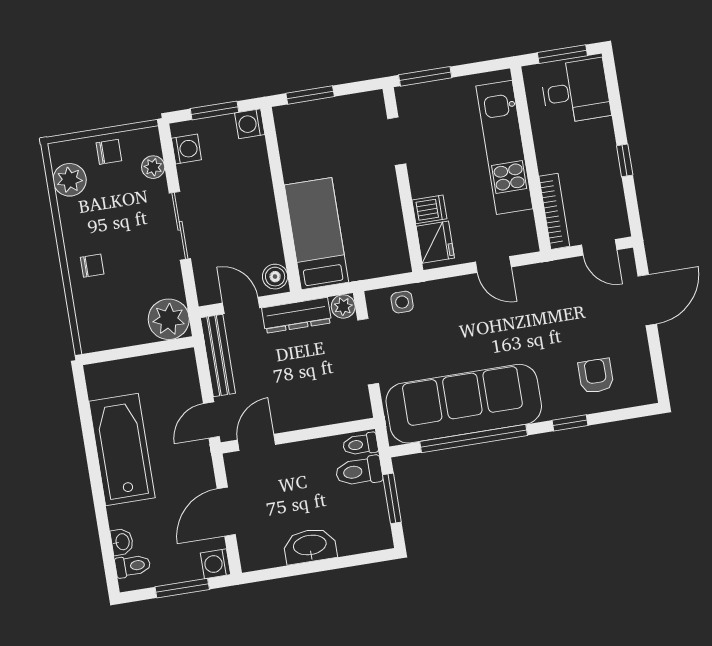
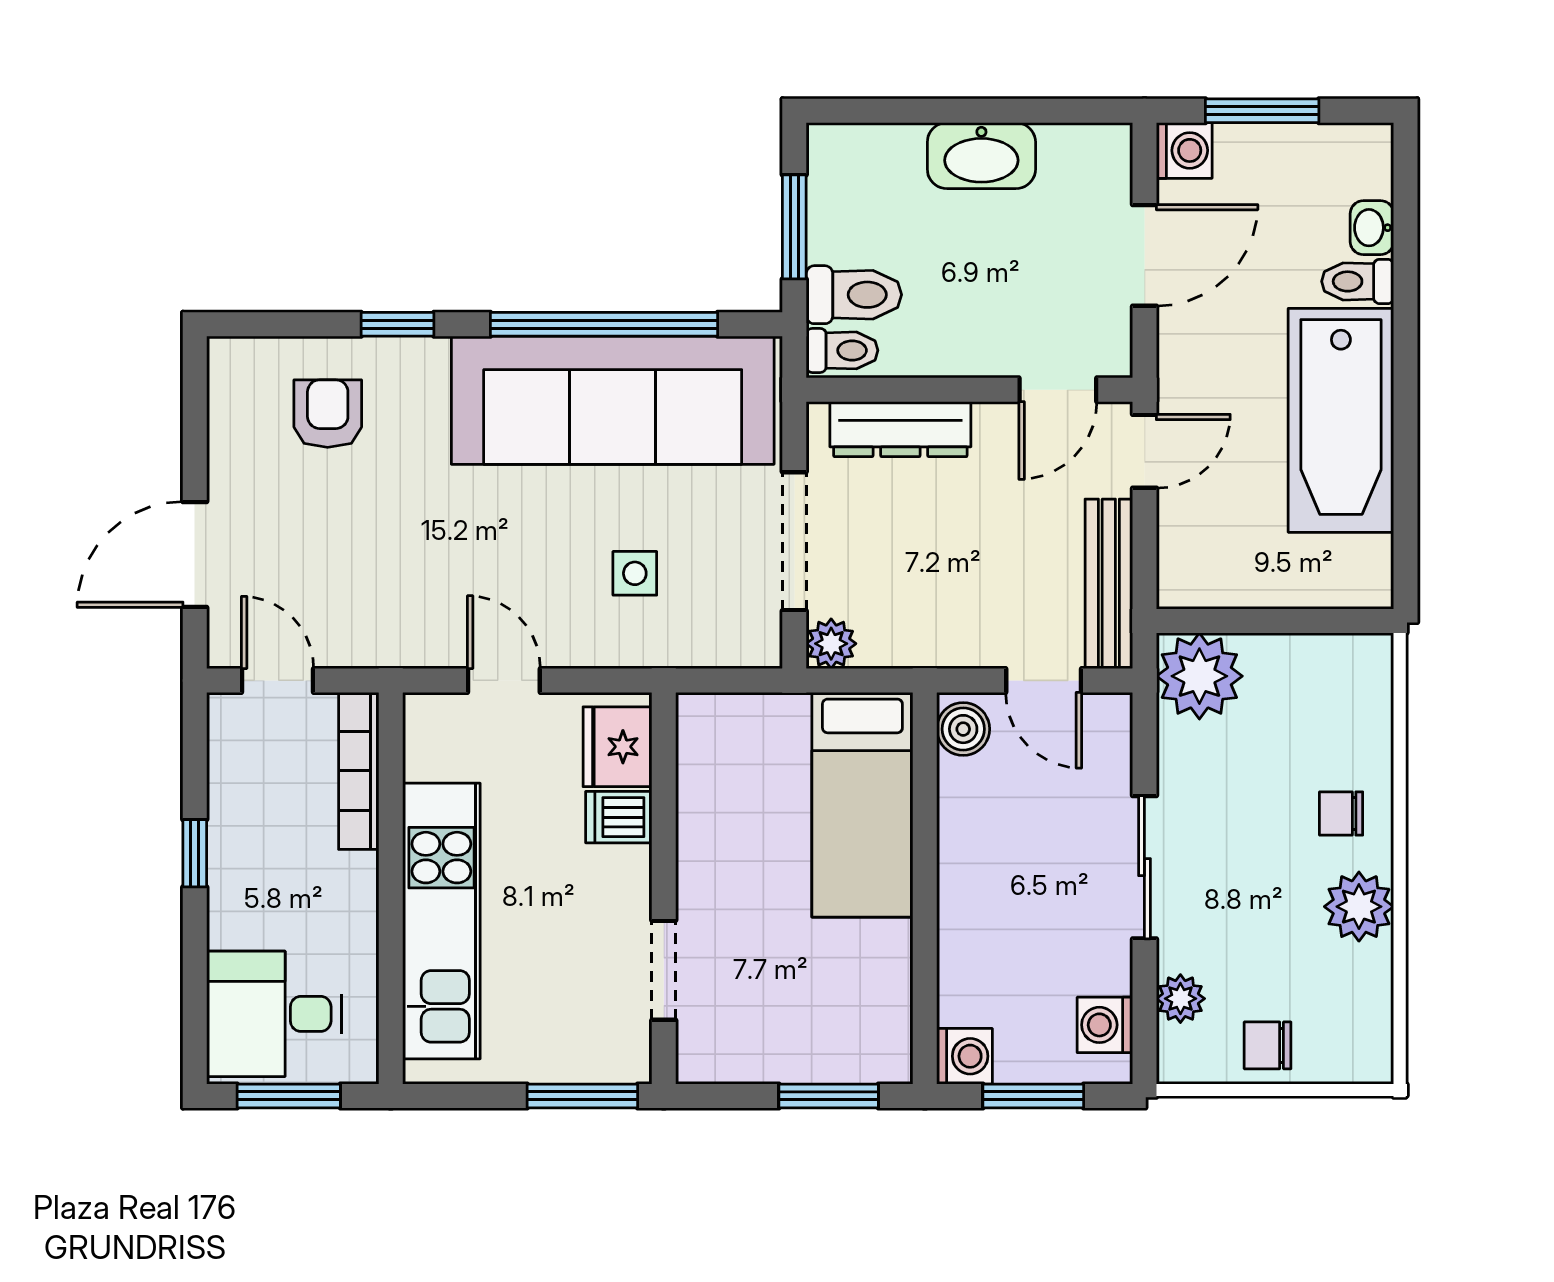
plant: (70, 180) -> (1359, 907), moved
side table: (402, 302) -> (635, 573), moved
dresser: (297, 315) -> (900, 429), moved, turned 180
armchair: (596, 376) -> (328, 414), turned 180
toilet: (133, 566) -> (1358, 281), moved

